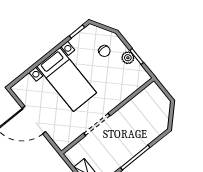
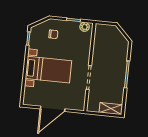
plant: (128, 58) -> (85, 27), moved

